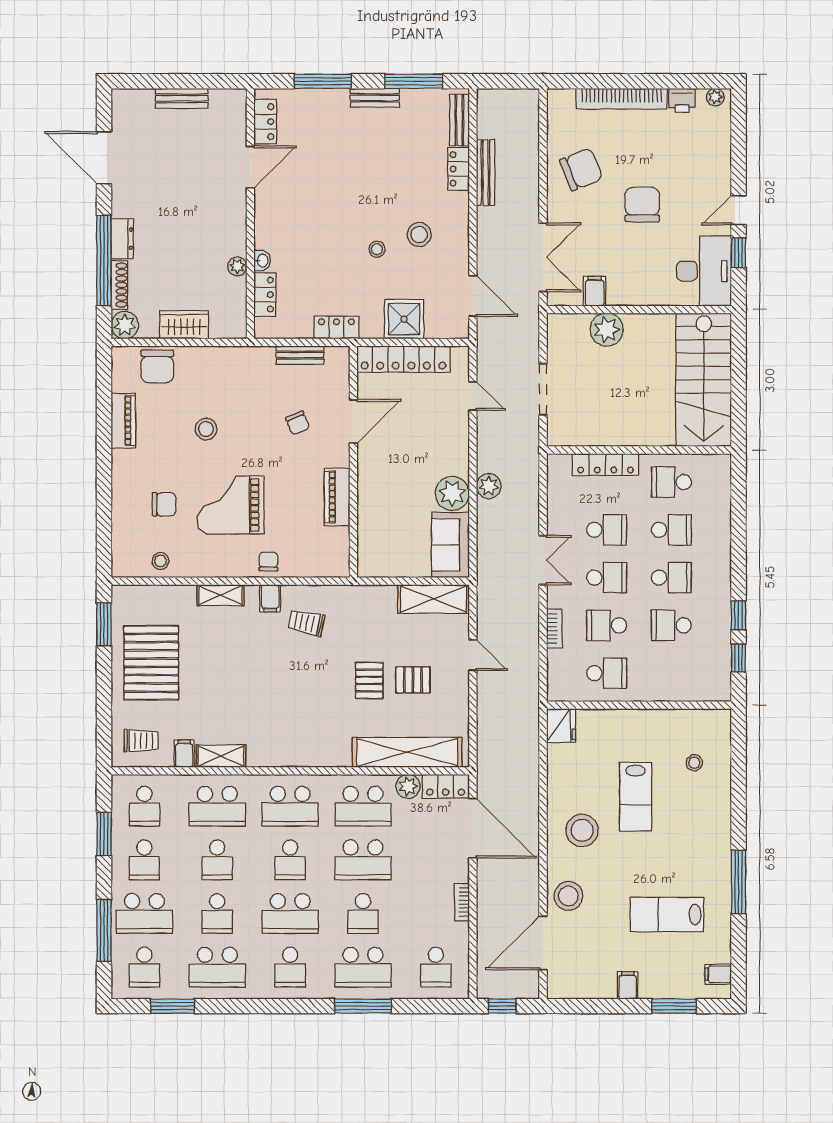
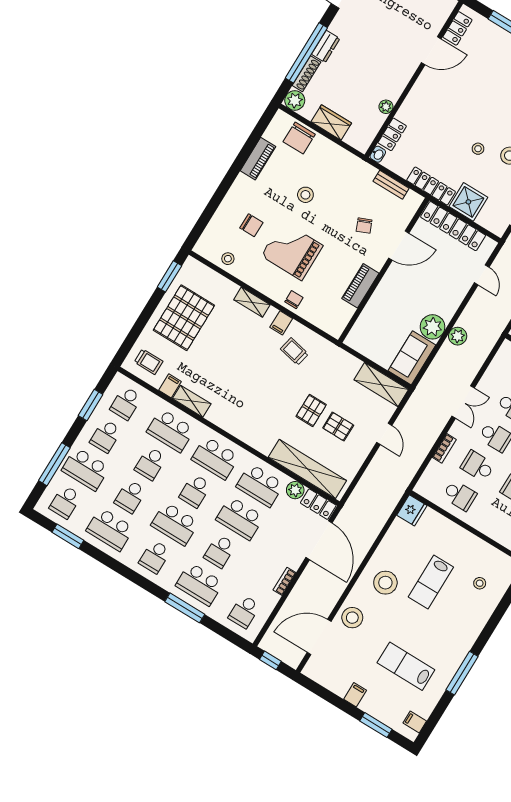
washbasin: (262, 261) -> (378, 154), moved
locker: (336, 327) -> (431, 186), width x1.53

